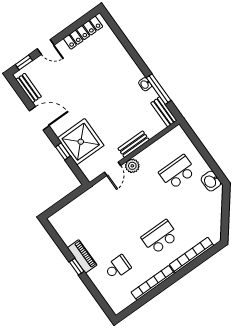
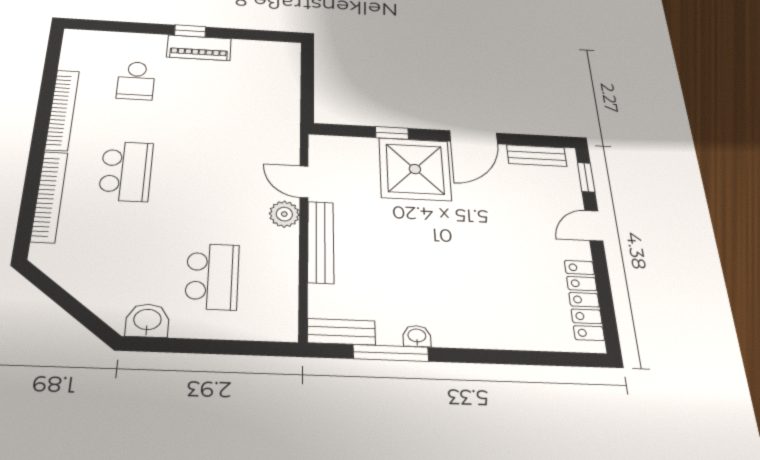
shower: (81, 142) -> (415, 169), moved
bench: (134, 144) -> (321, 242), width x1.36

